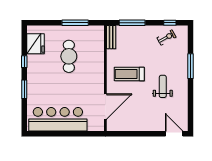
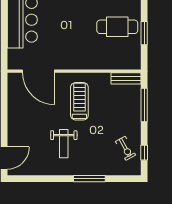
window: (75, 23) -> (144, 33), width x0.69
cafe table: (69, 56) -> (117, 27), moved
weight bench: (163, 86) -> (64, 144), turned 90

